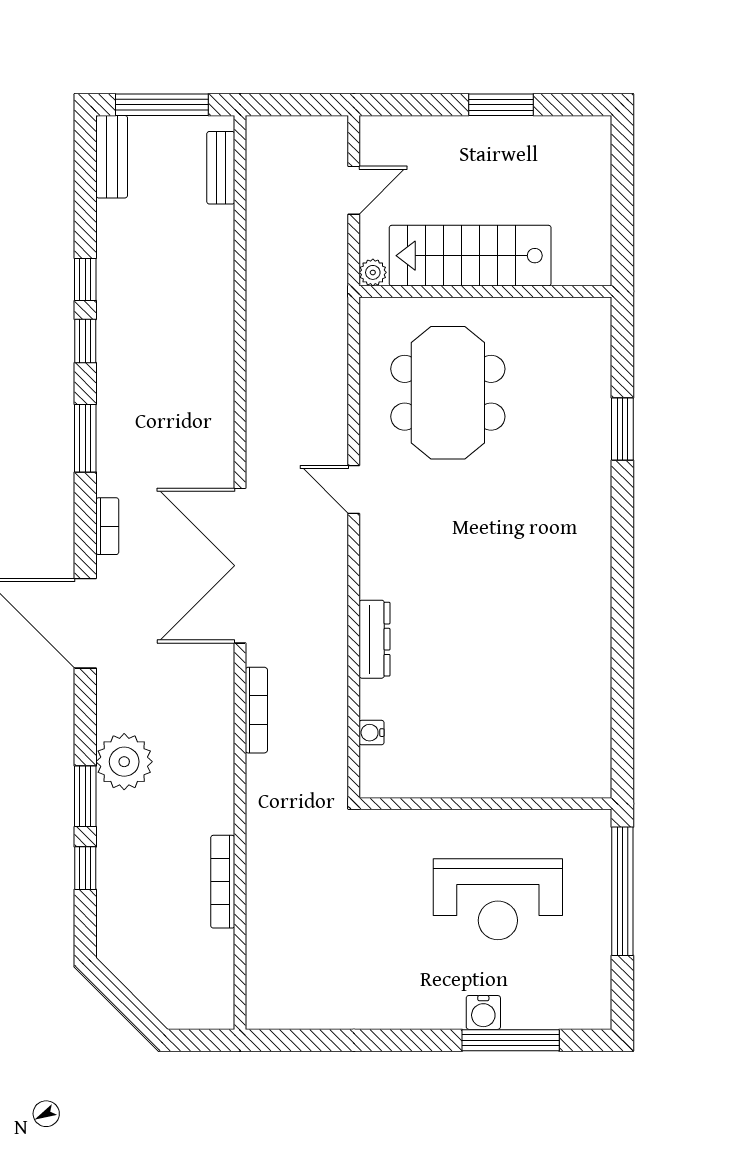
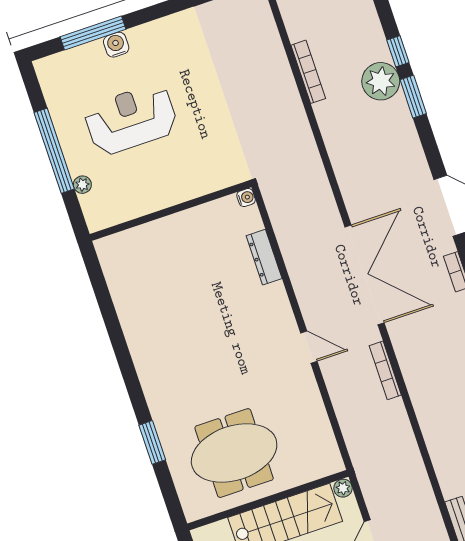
meeting table: (448, 393) -> (234, 453), moved, turned 90
bookcase: (256, 710) -> (385, 370), moved
plant: (124, 762) -> (381, 81), moved
wall: (485, 804) -> (170, 211), moved
plant: (598, 829) -> (82, 185), added

